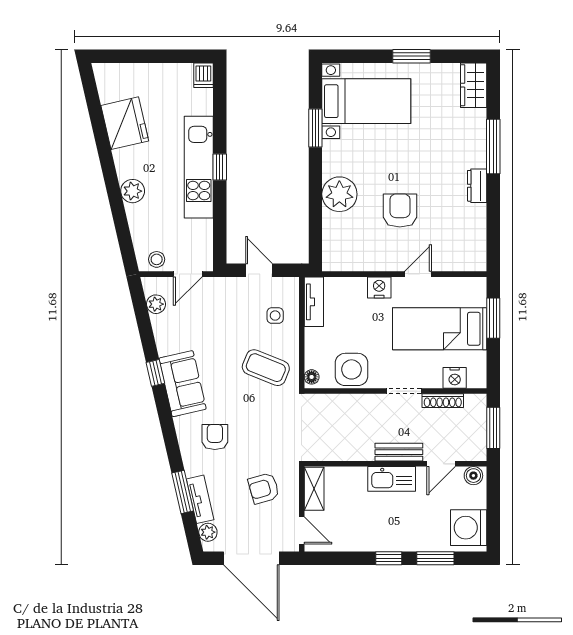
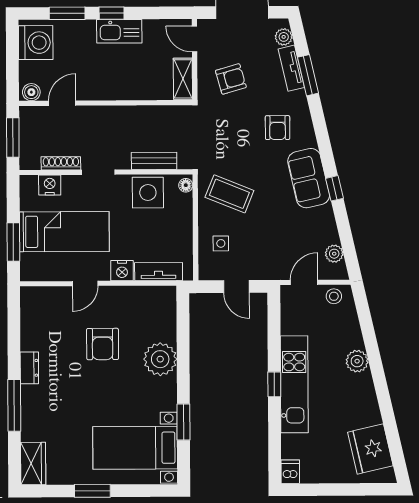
fridge: (125, 123) -> (370, 449), moved
tv unit: (314, 302) -> (159, 272), moved, turned 90
bench: (399, 452) -> (154, 161), moved
kitchen sink: (392, 479) -> (119, 31), moved, turned 180

